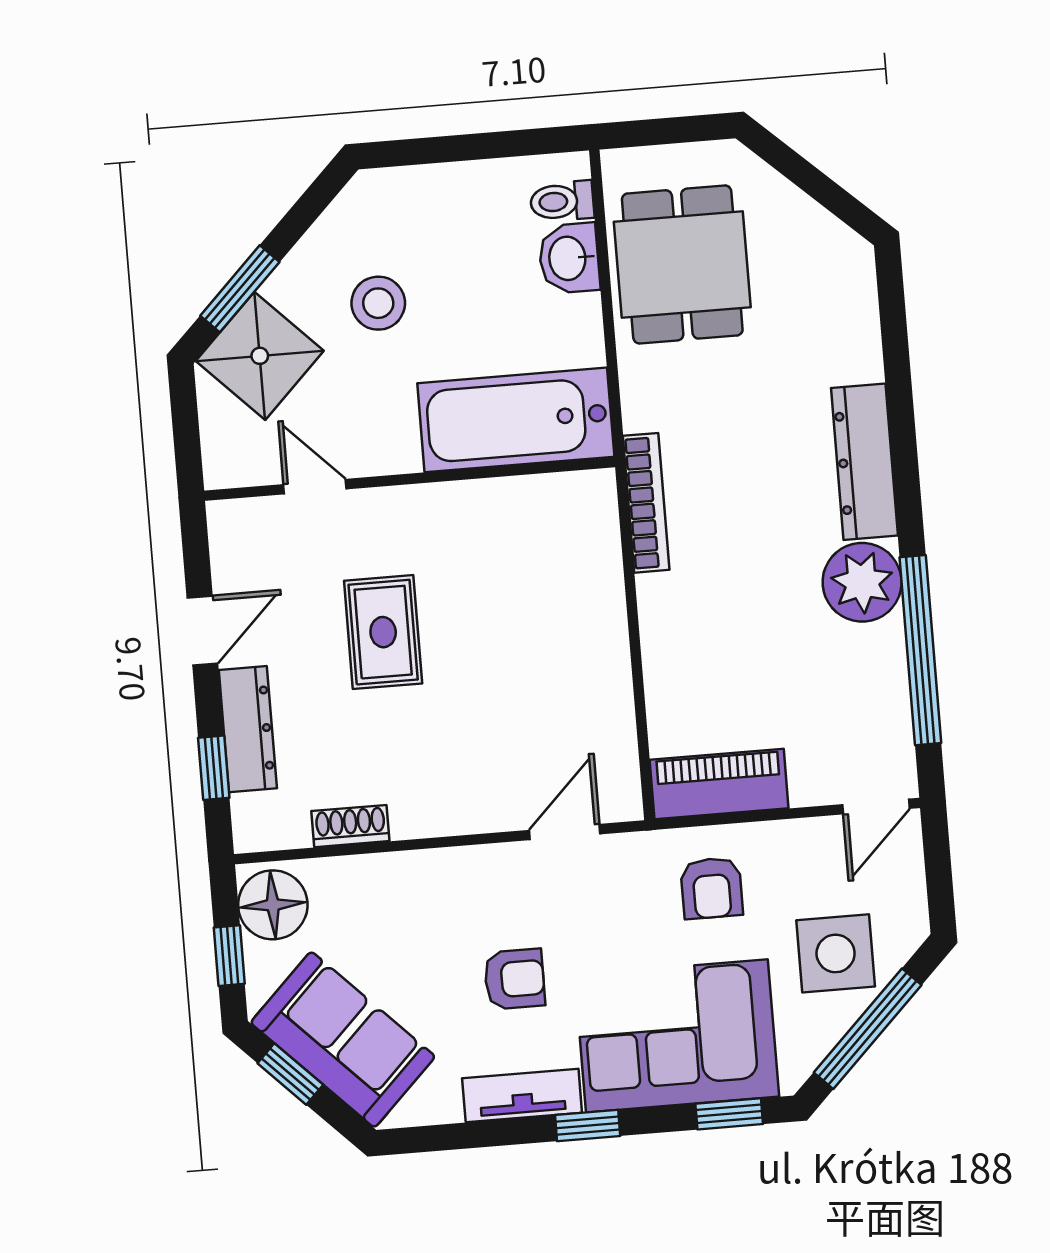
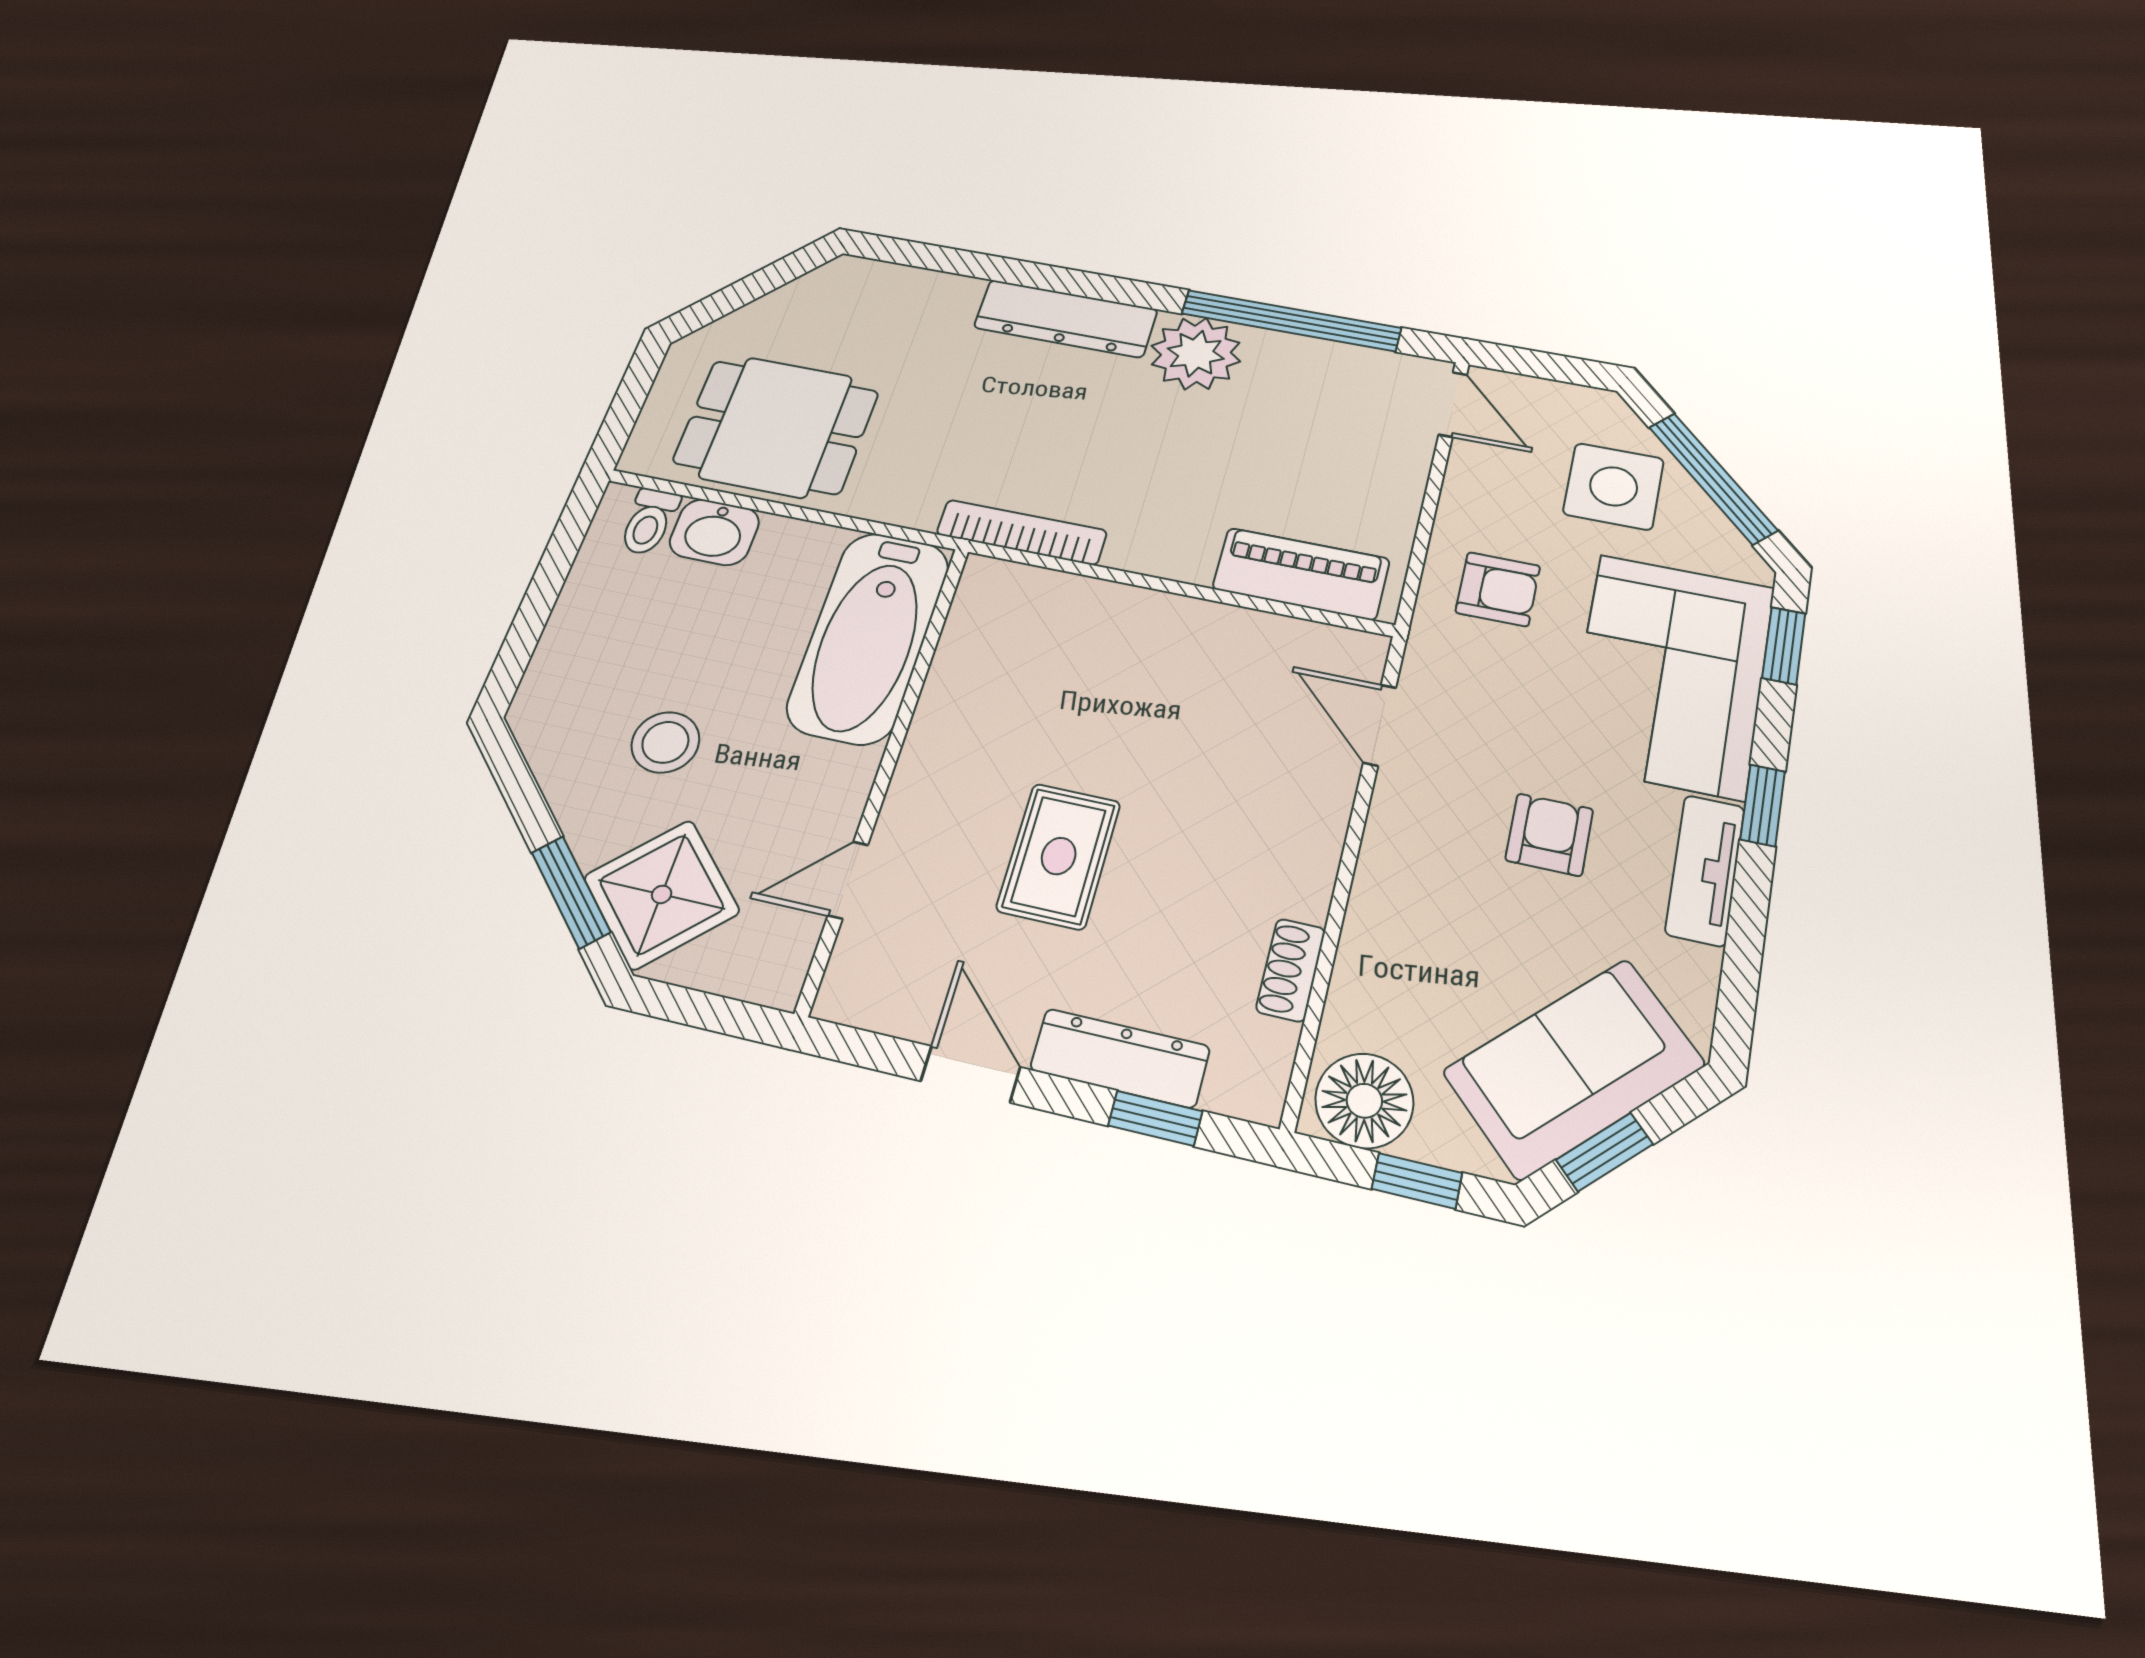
rug: (383, 632) -> (1059, 856), turned 90
piano: (719, 784) -> (1301, 574), moved, turned 90

